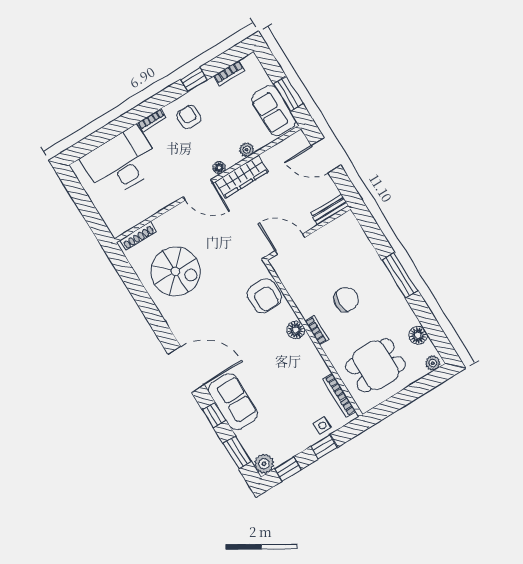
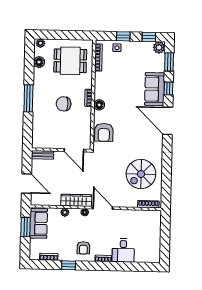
desk: (121, 162) -> (123, 250), width x0.53, depth x0.77
spiral stairs: (175, 271) -> (141, 174), turned -90
armchair: (264, 296) -> (104, 132), turned 180

